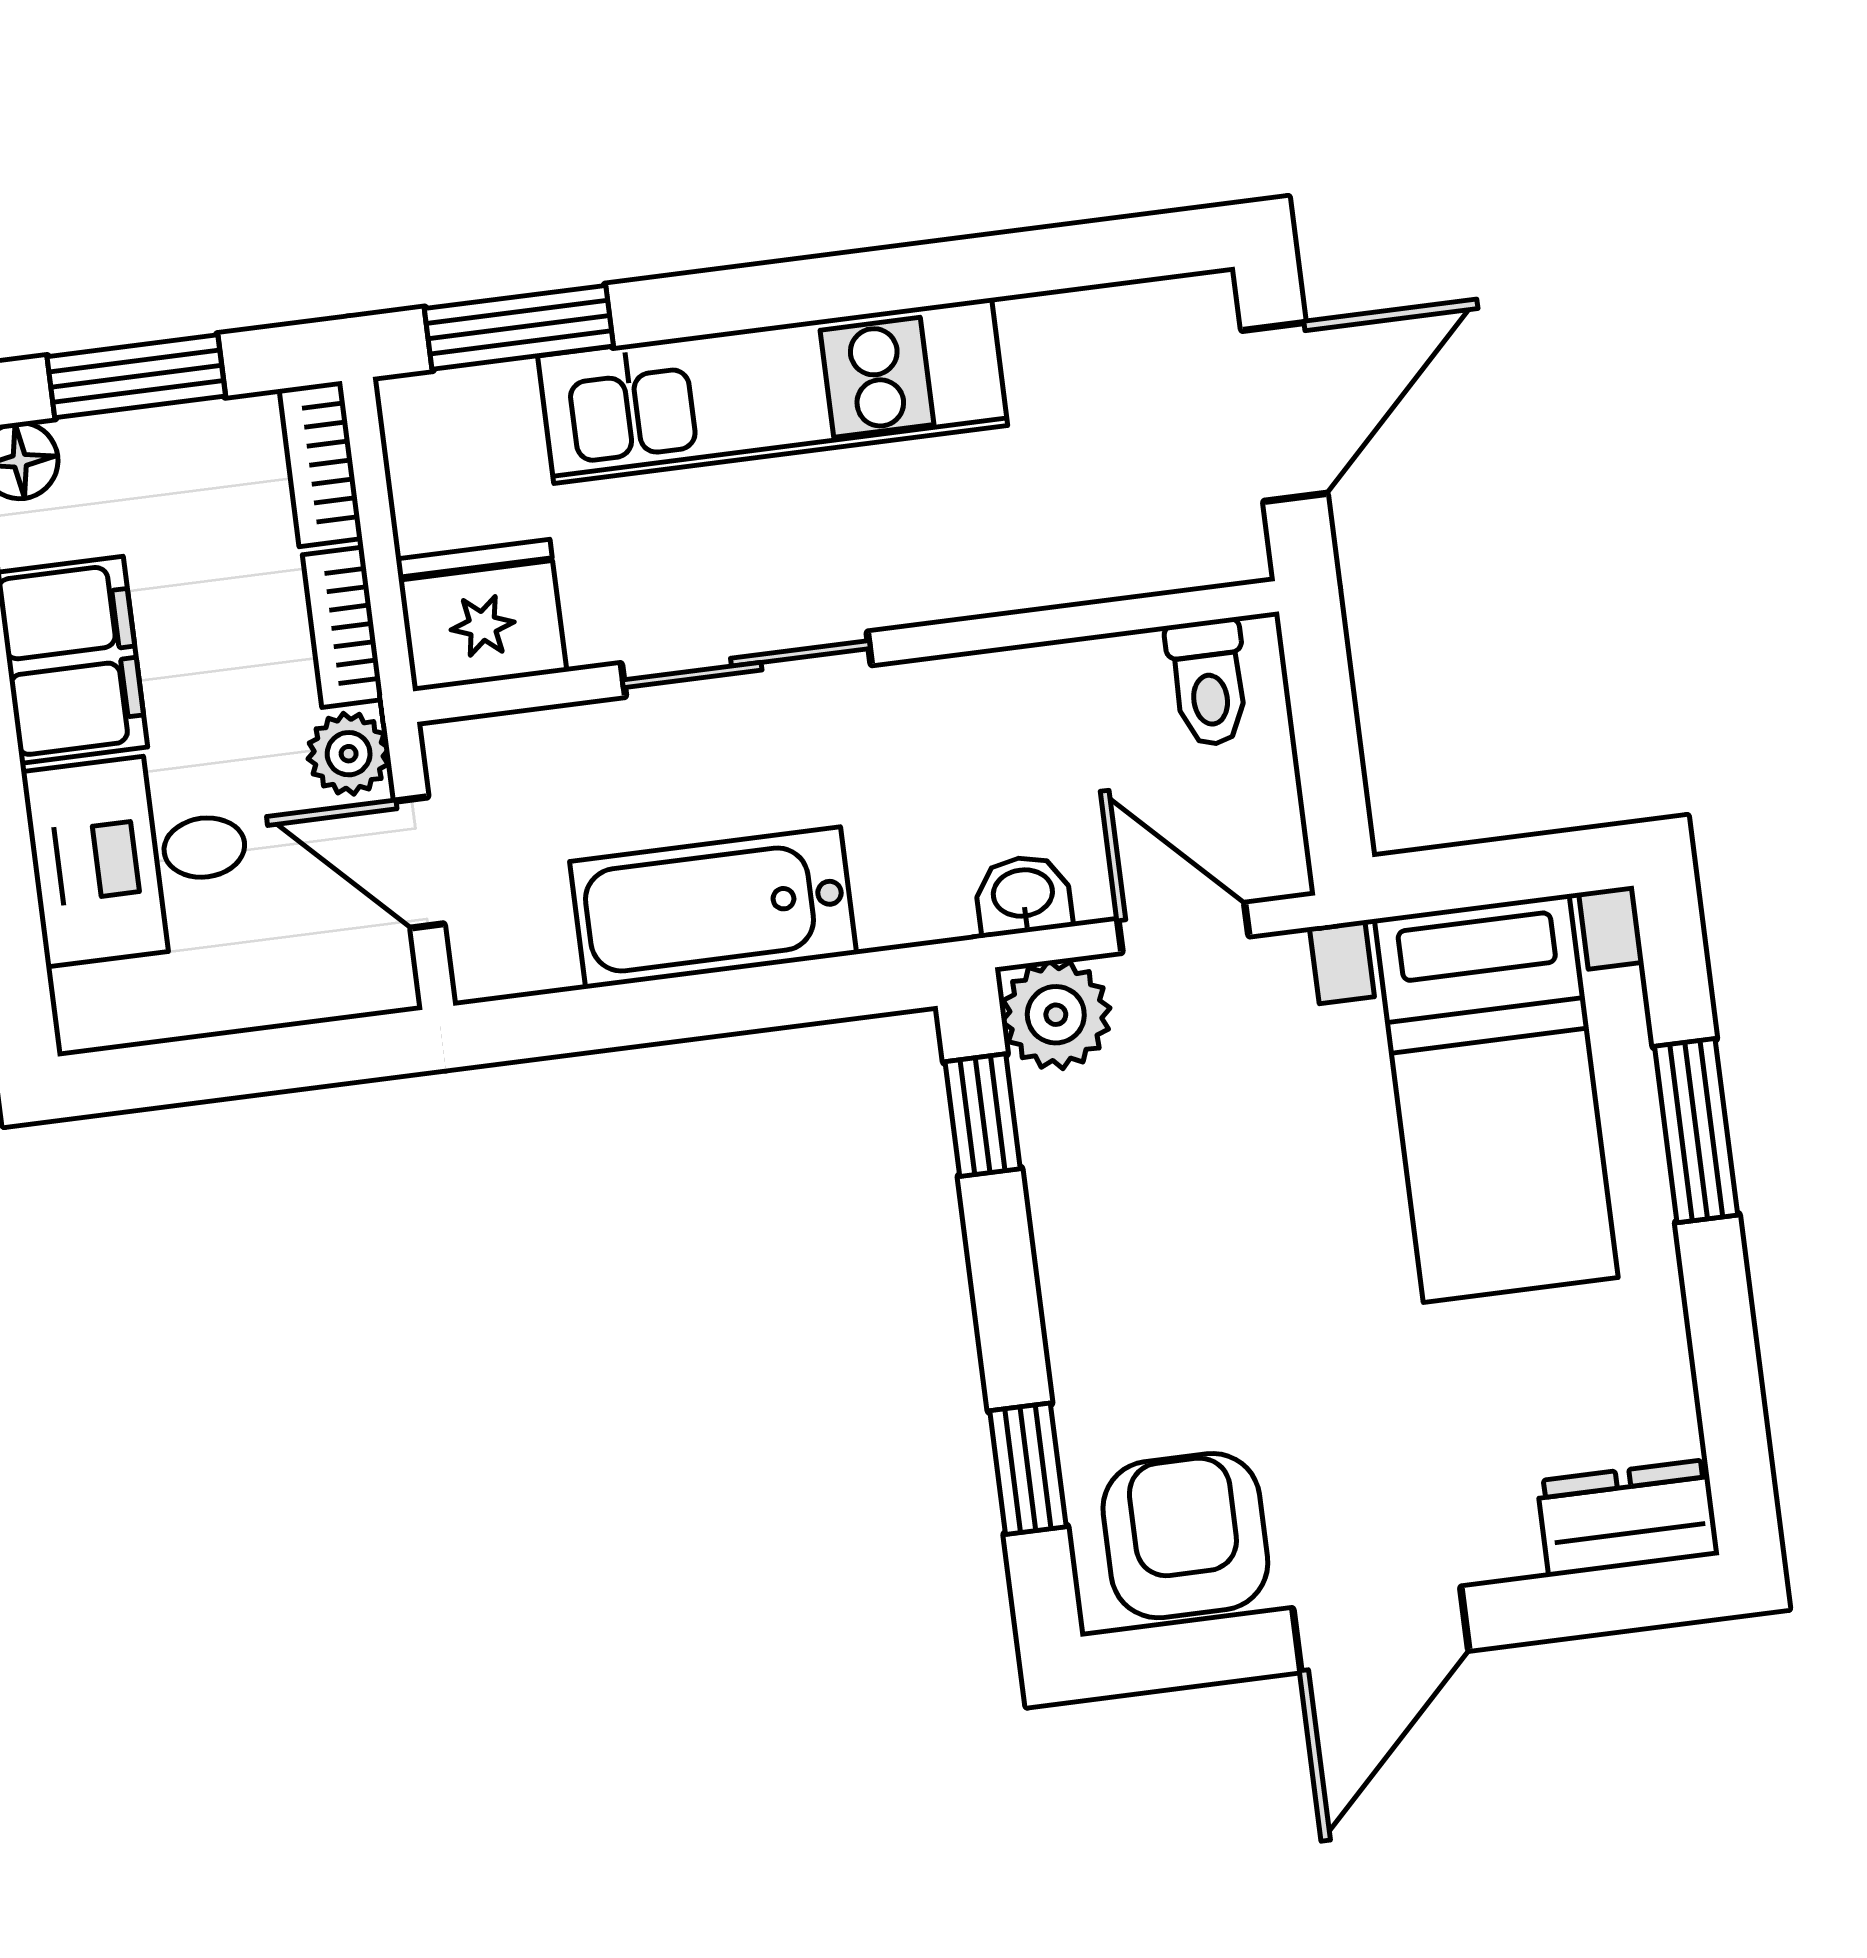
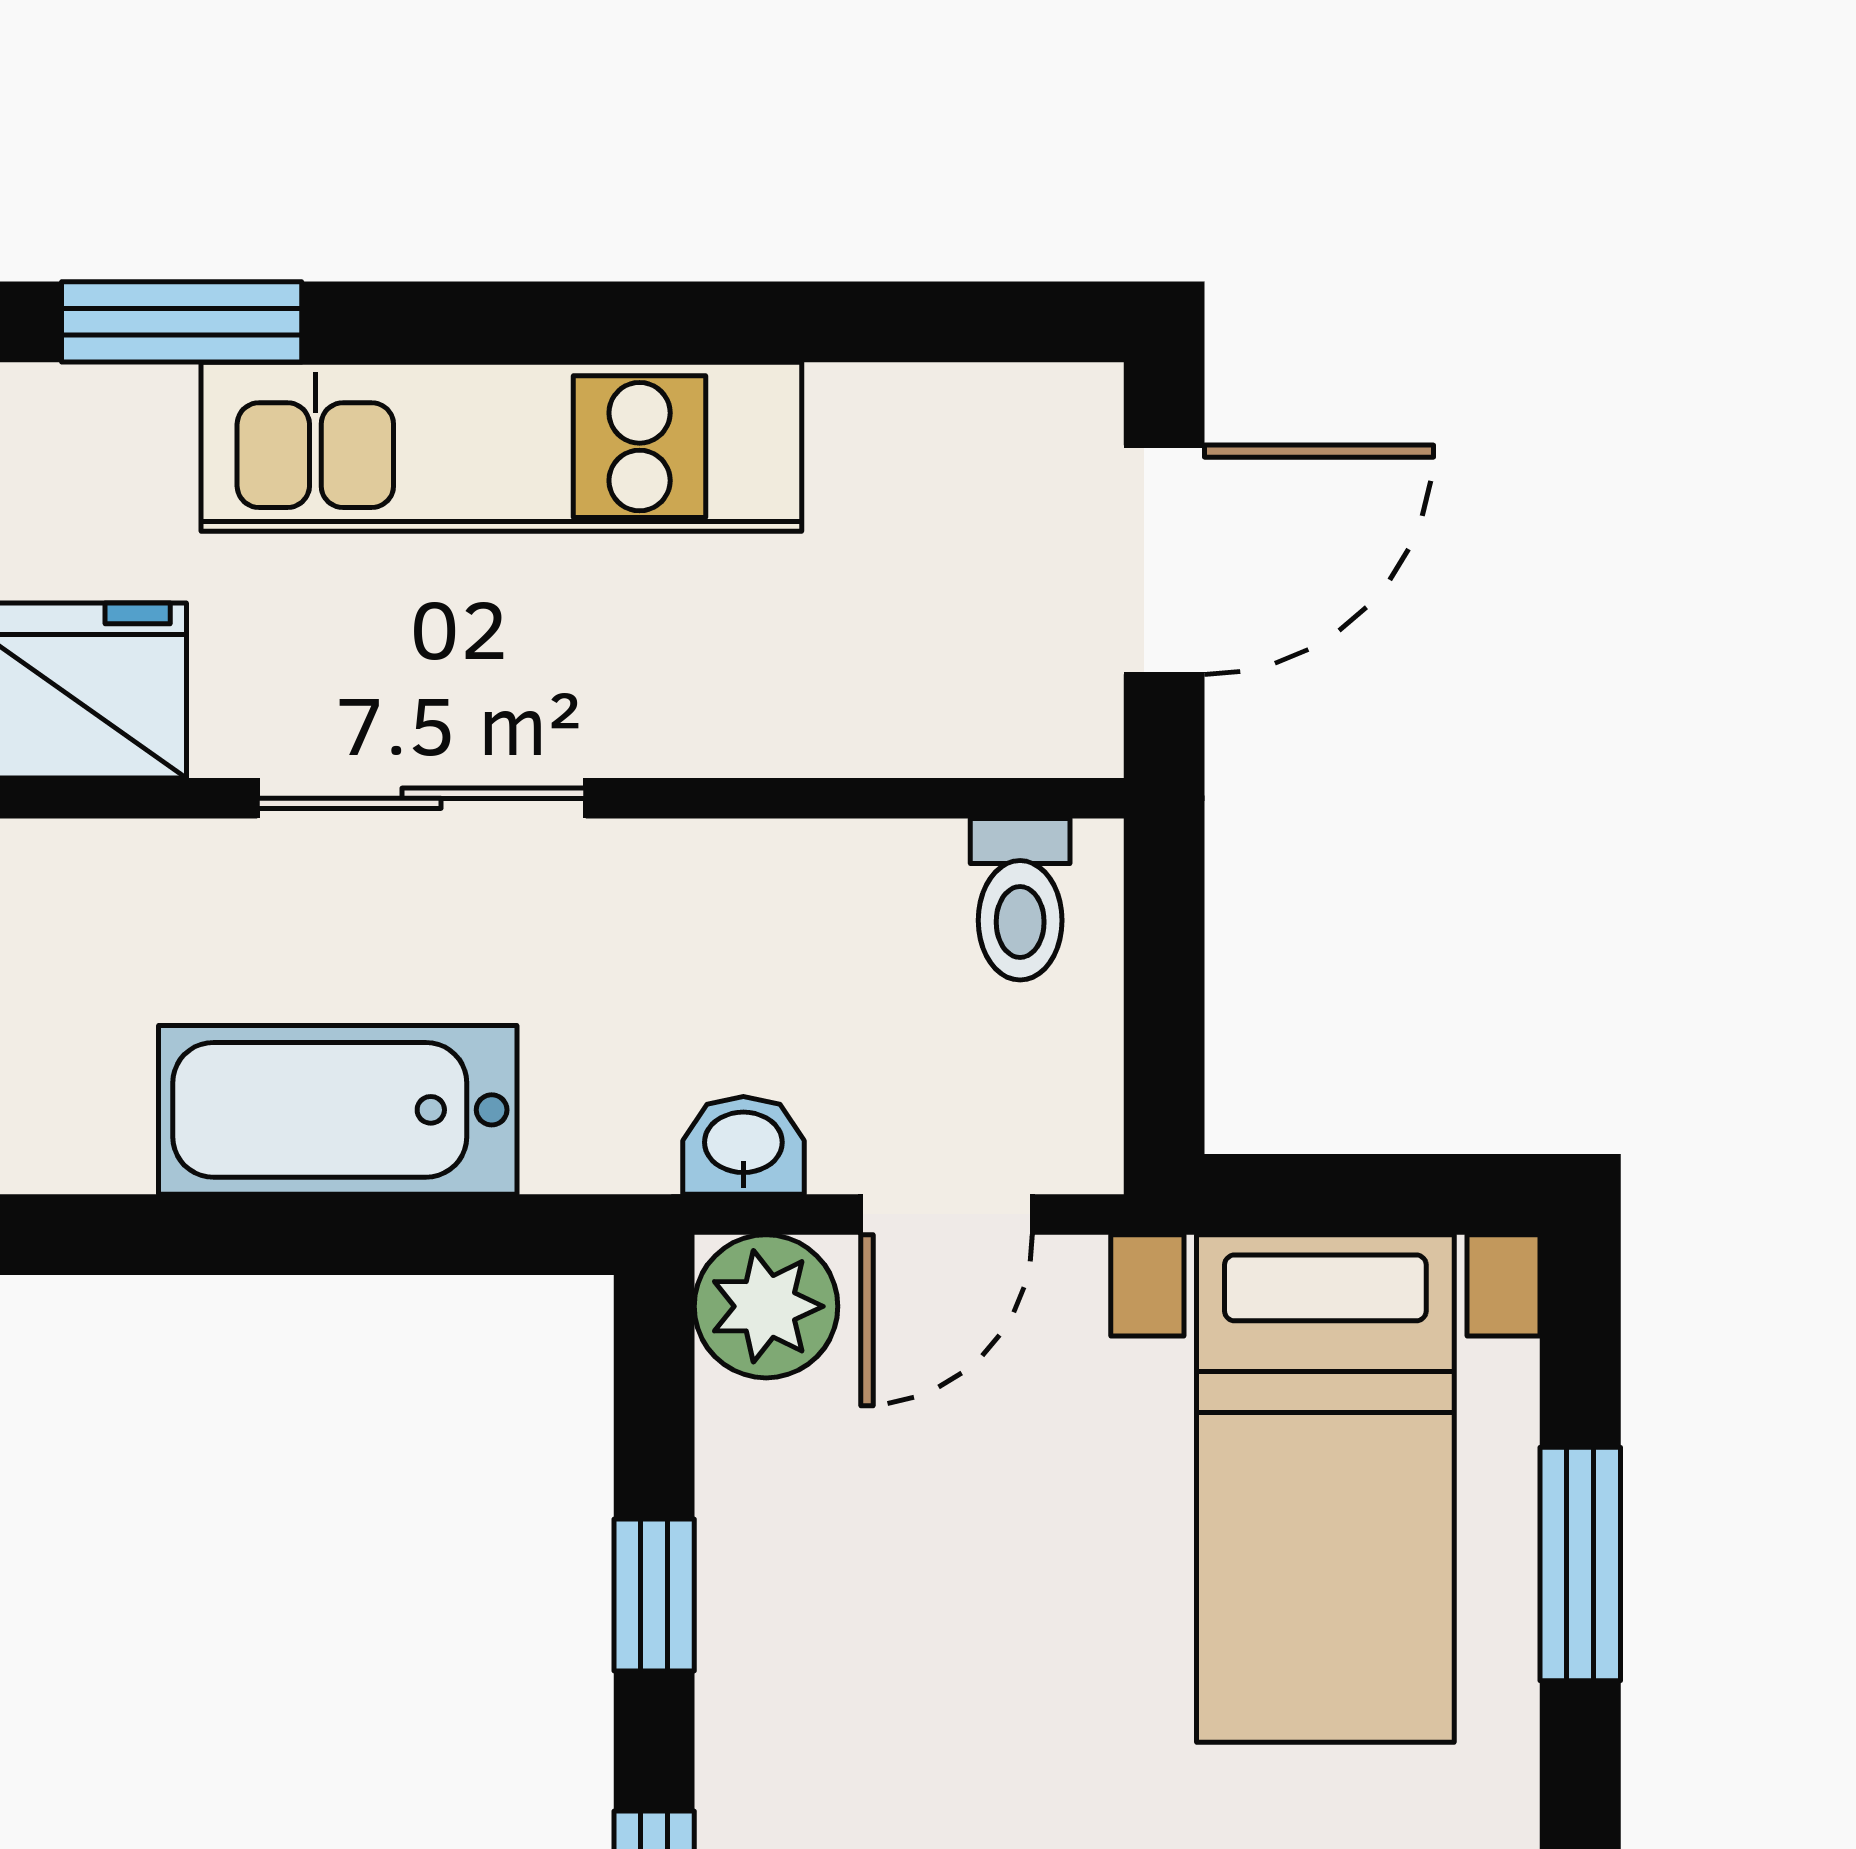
door: (1183, 928) -> (947, 1214), swing flipped
window: (983, 1115) -> (654, 1595), moved

